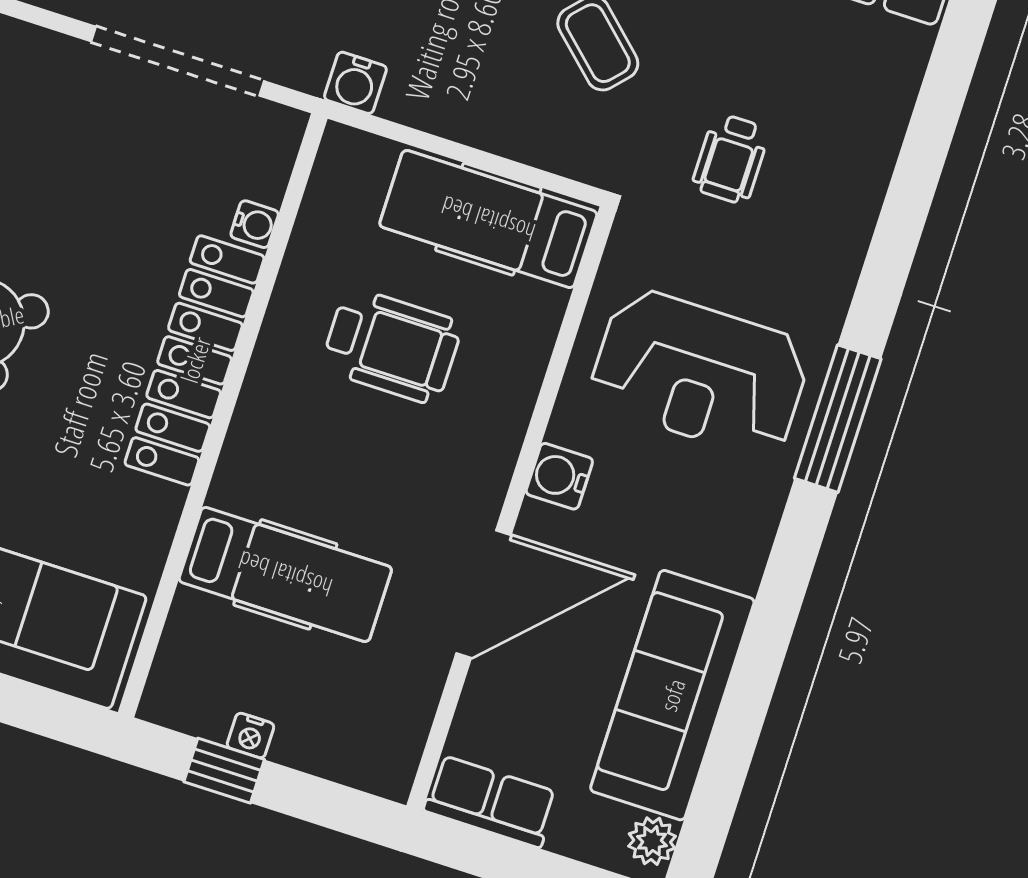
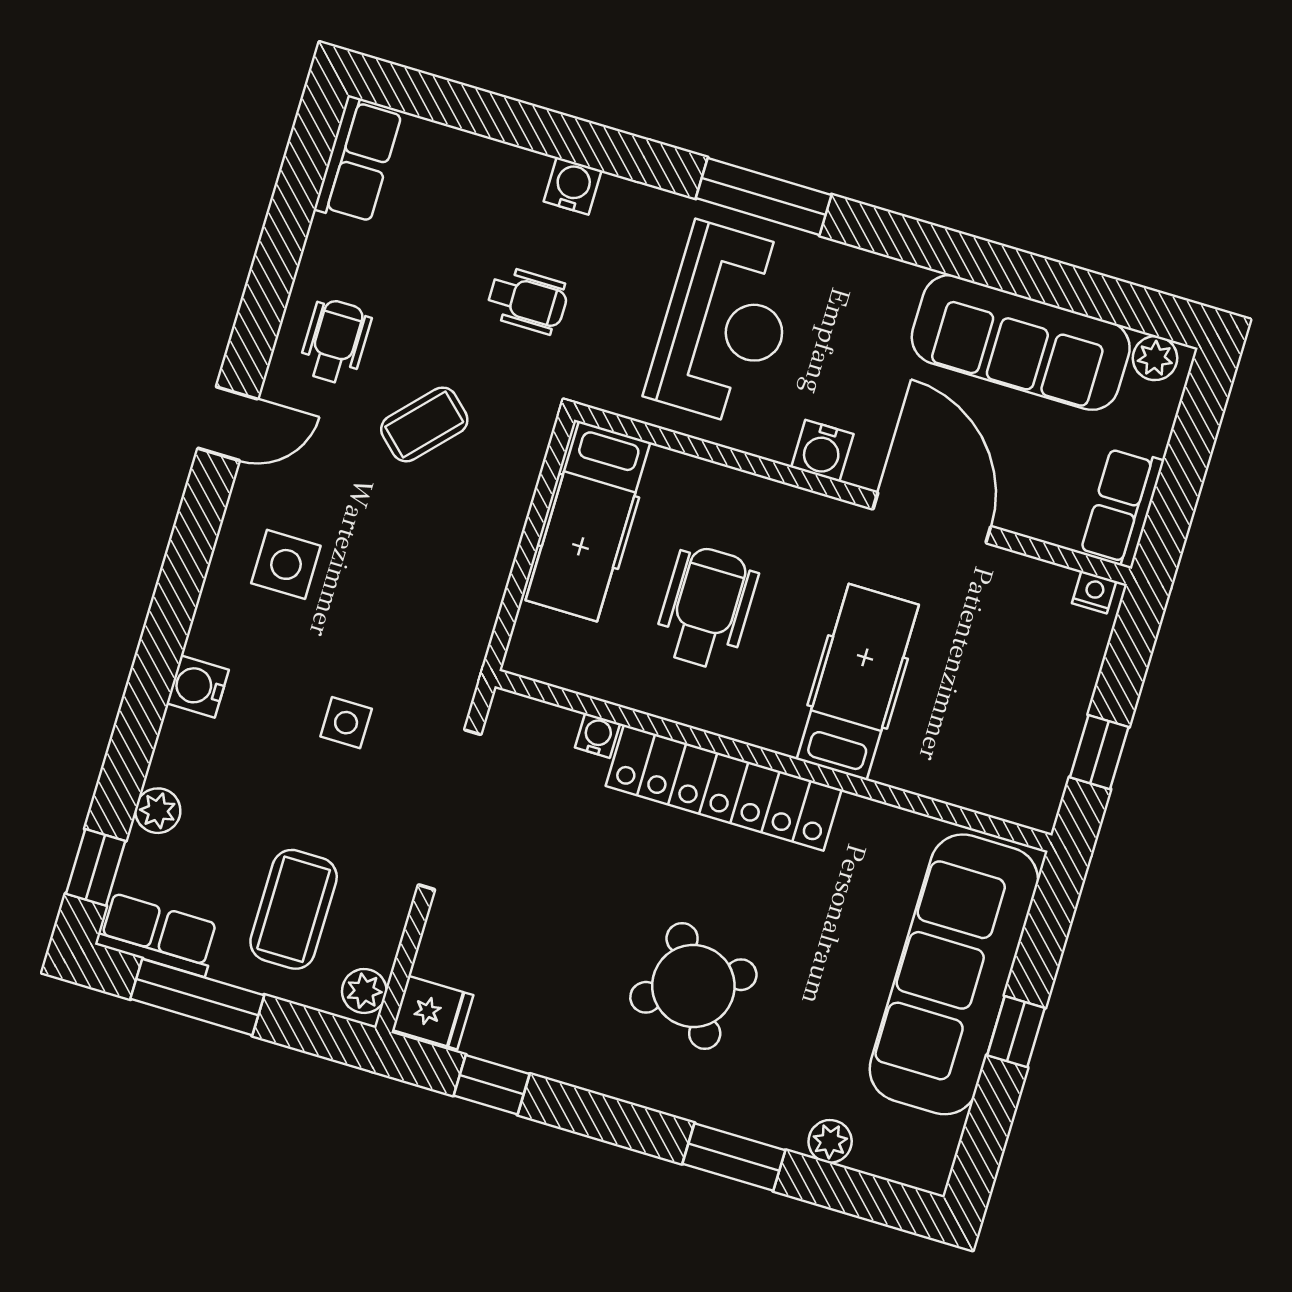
water cooler: (355, 83) -> (573, 186), moved, turned -90
hospital bed: (285, 574) -> (858, 682), moved
nightstand: (250, 736) -> (1094, 592), moved, turned -90

